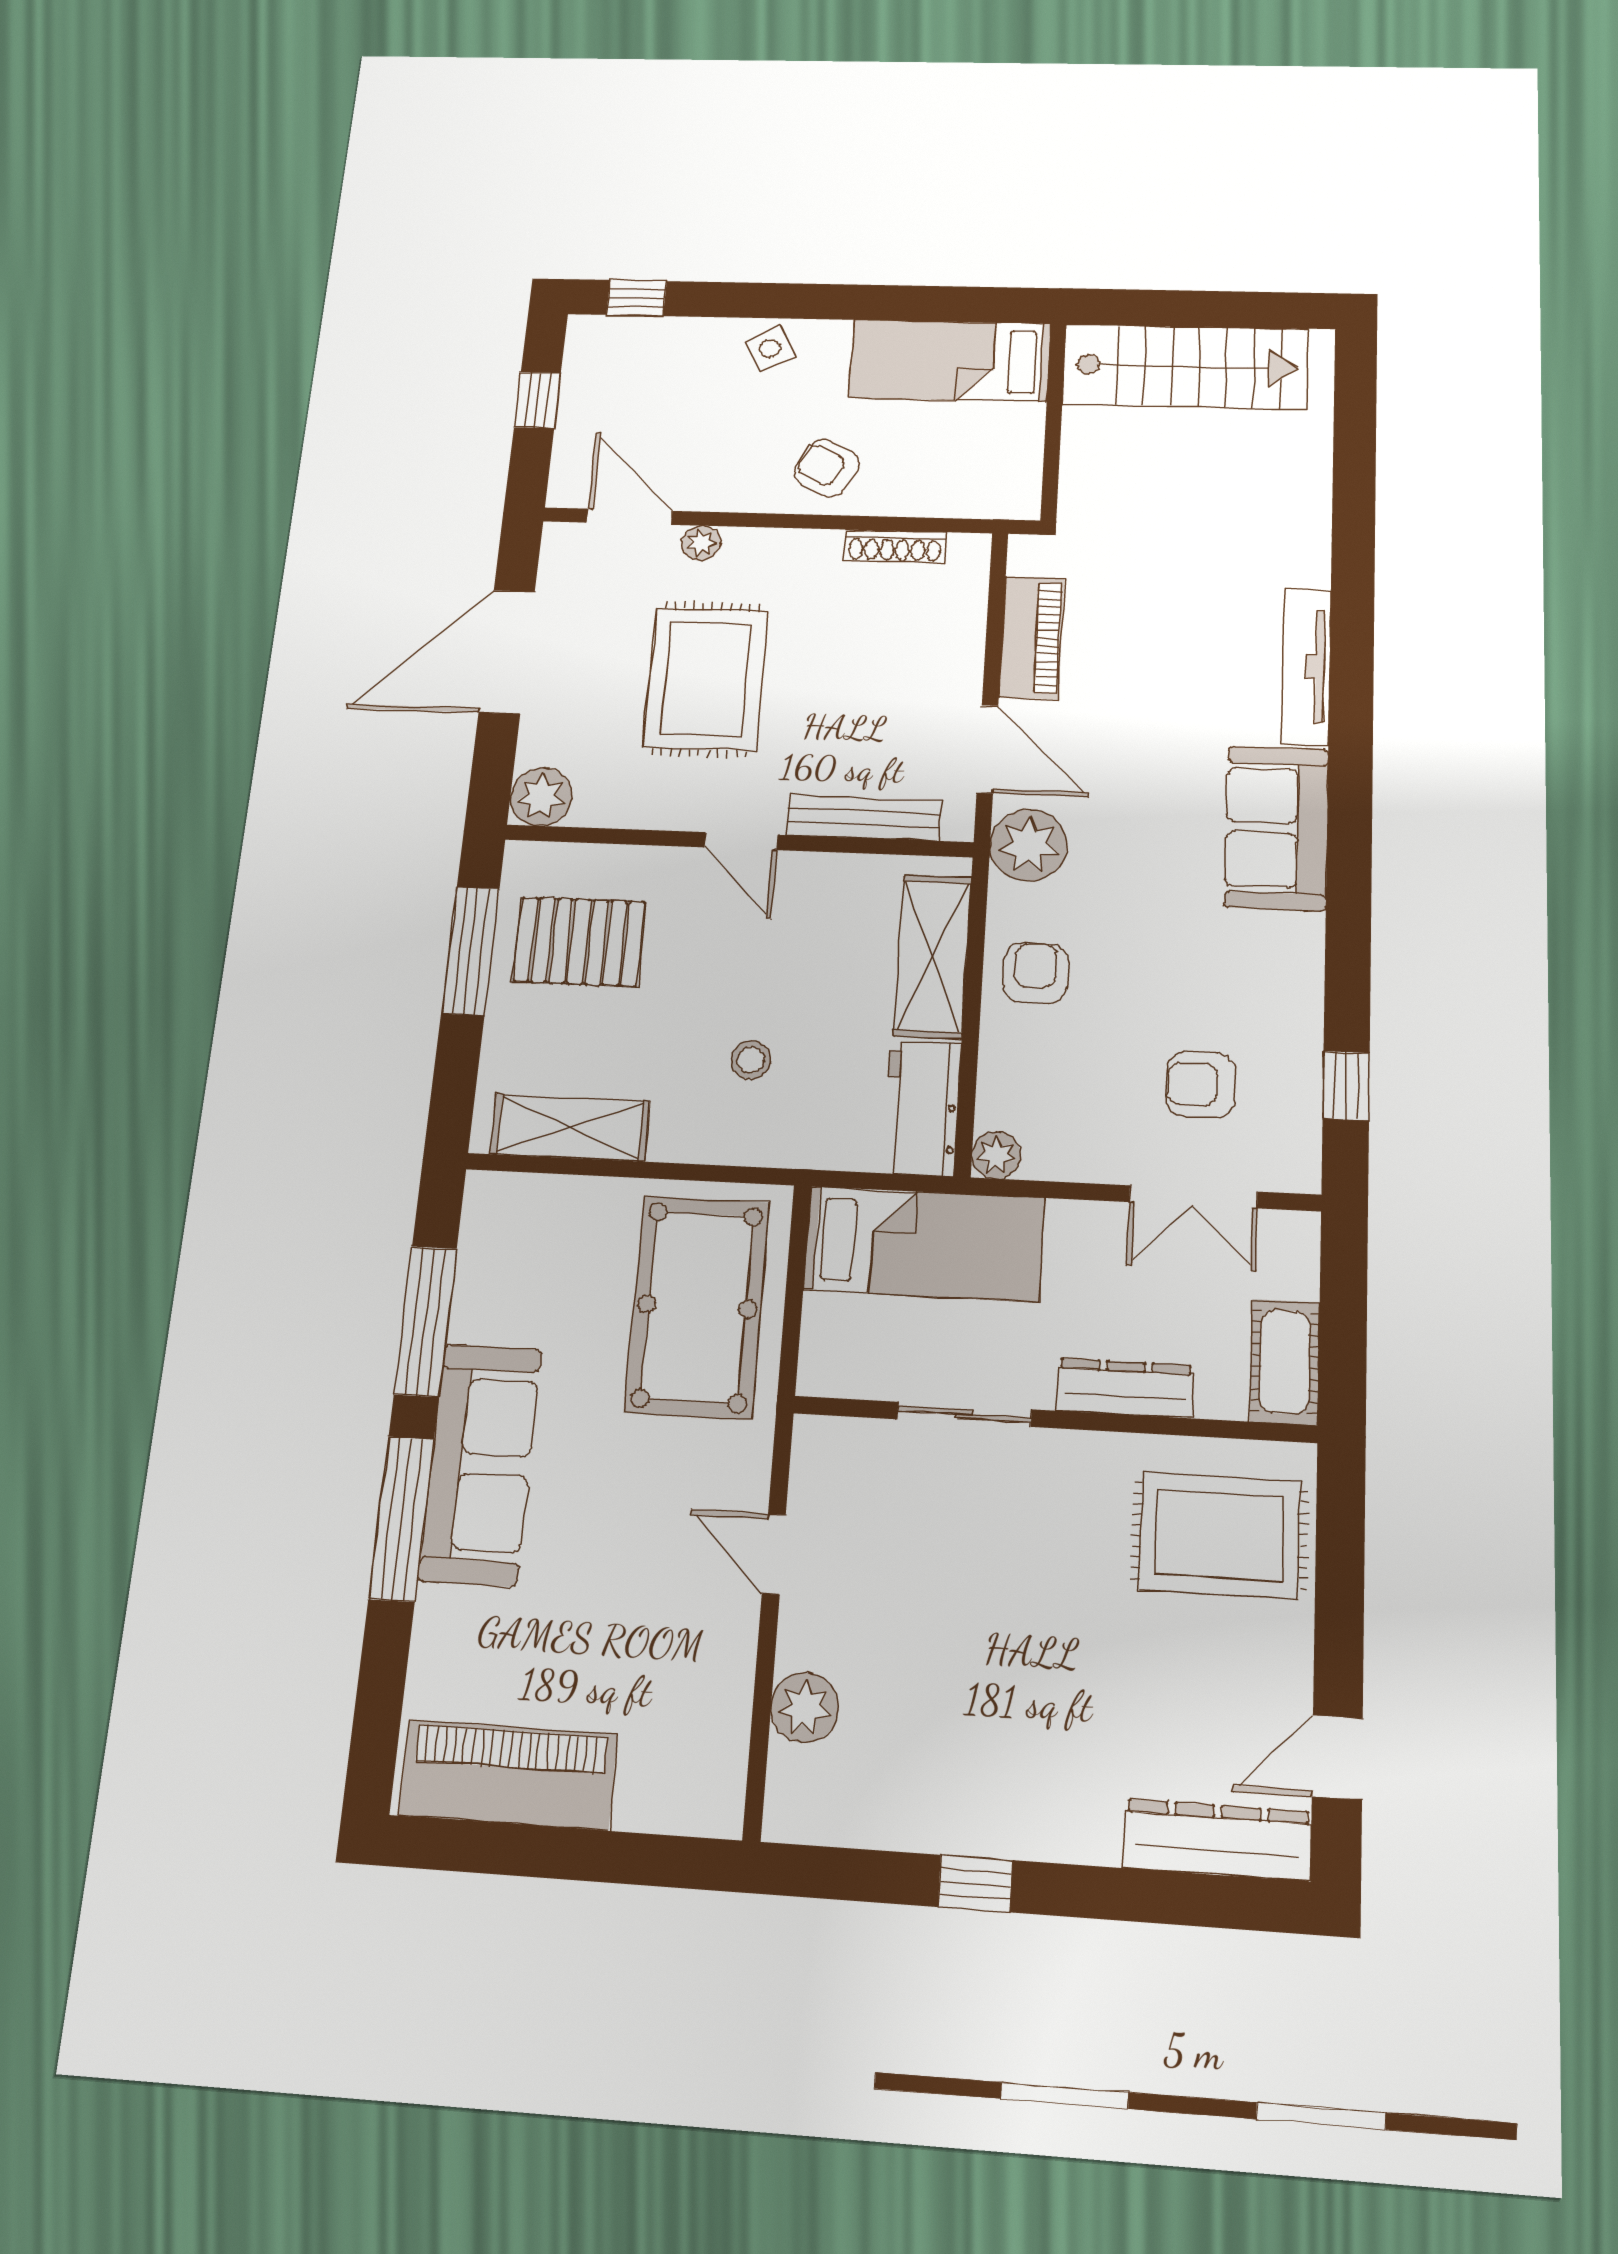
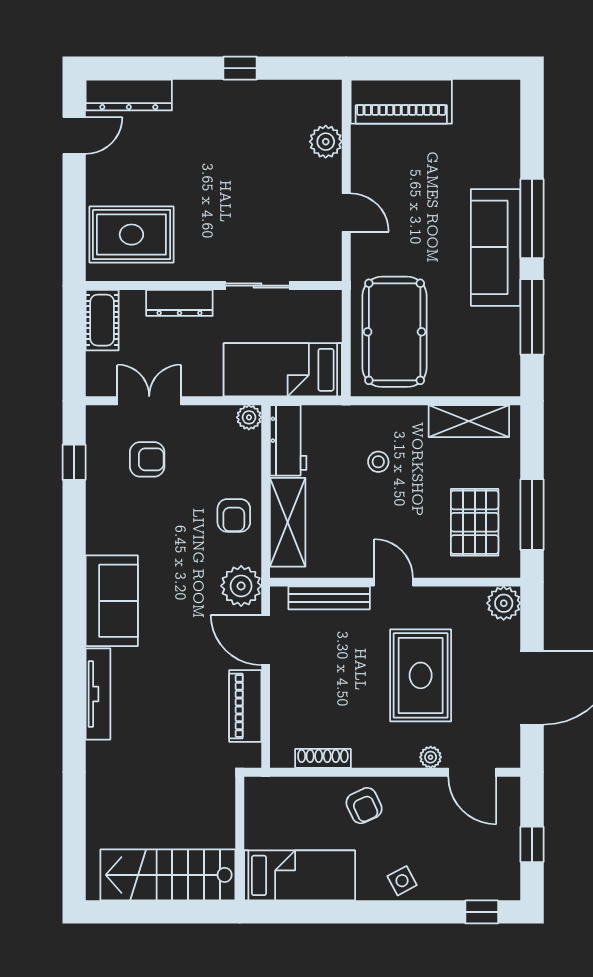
armchair: (827, 468) -> (364, 806), turned 36
pallet: (579, 941) -> (475, 522), turned 90
piano: (508, 1775) -> (401, 102), moved

